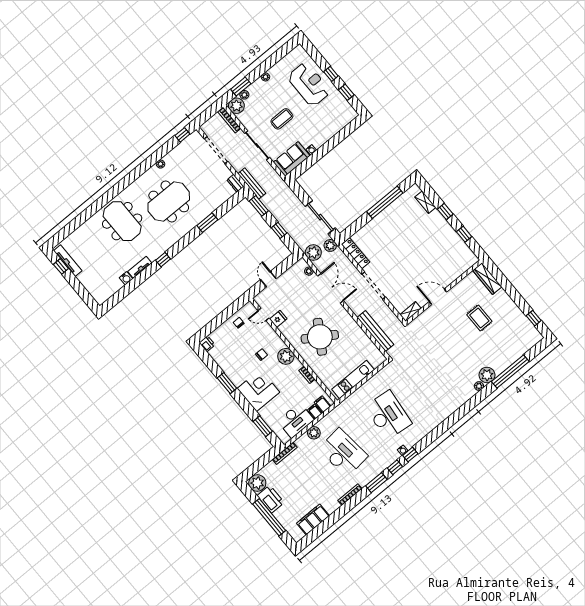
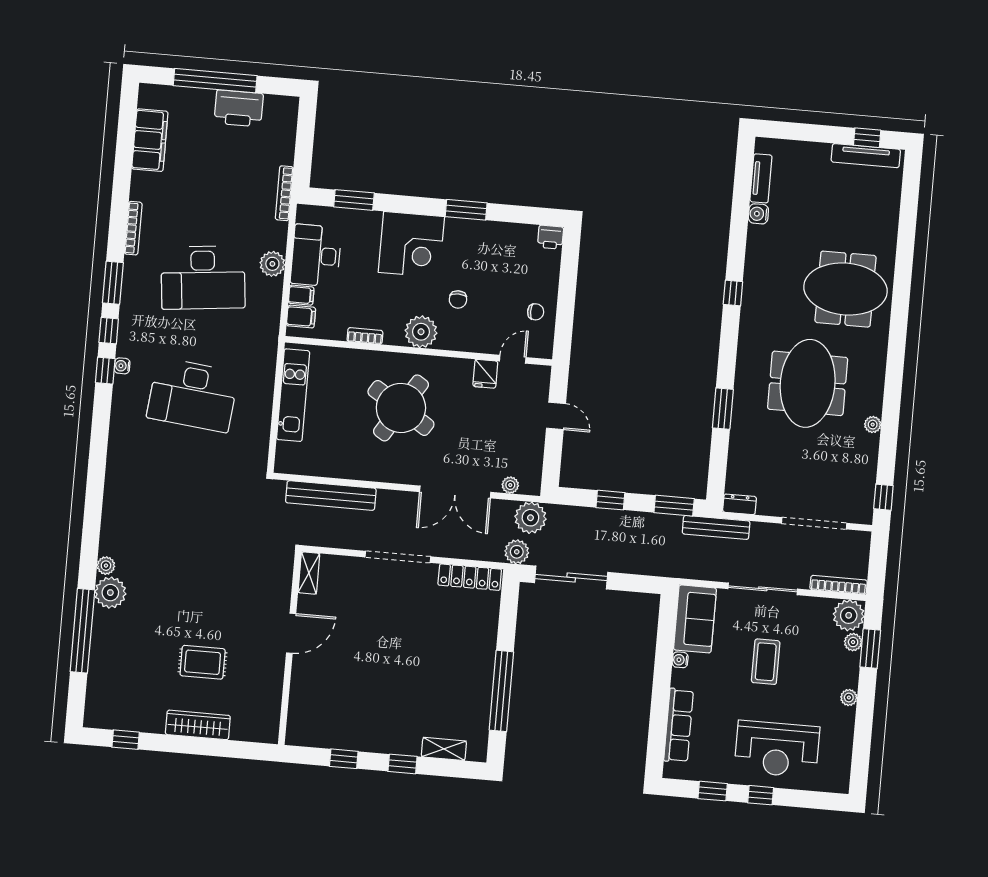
row of seats: (335, 127) -> (679, 725), added
tv unit: (140, 267) -> (761, 178), moved
wardrobe: (487, 279) -> (198, 725), moved
plant: (257, 483) -> (281, 112), removed

